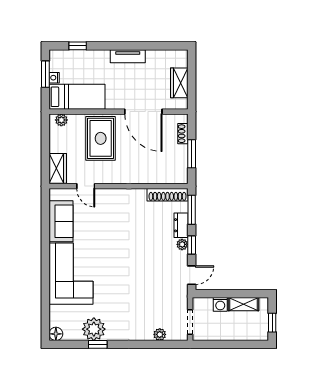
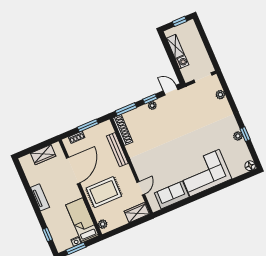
bench: (146, 178) -> (117, 150), added
dresser: (181, 225) -> (140, 112), removed
plant: (94, 329) -> (238, 136), width x0.53, depth x0.53

